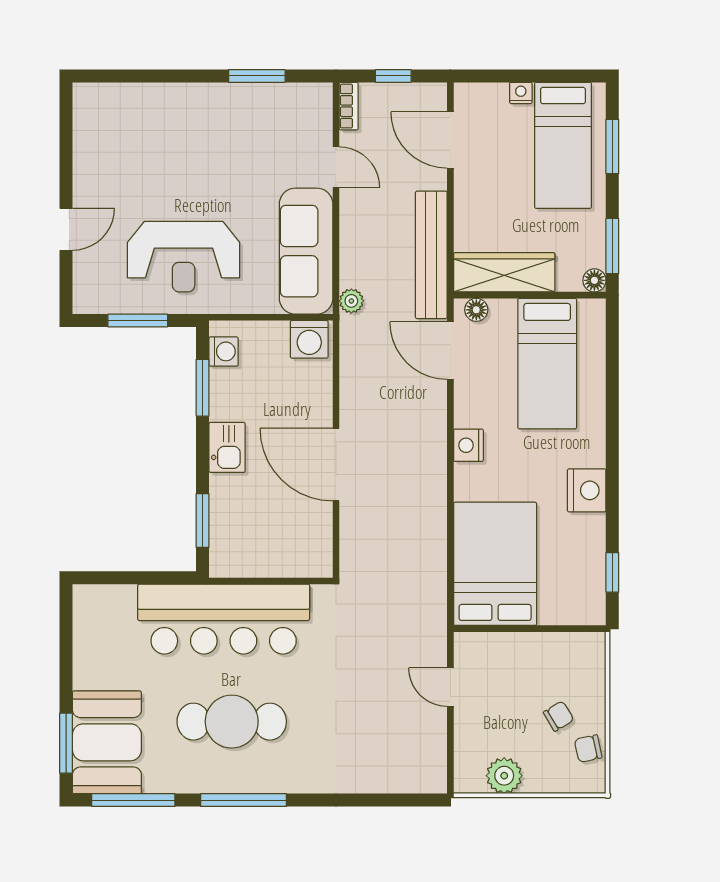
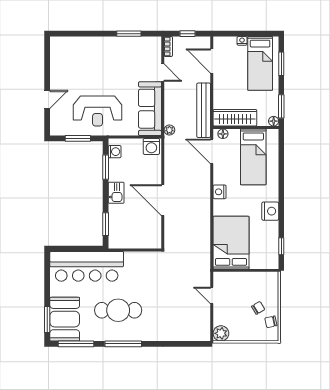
bar counter: (224, 619) -> (87, 266), moved
plant: (504, 776) -> (221, 333), moved

